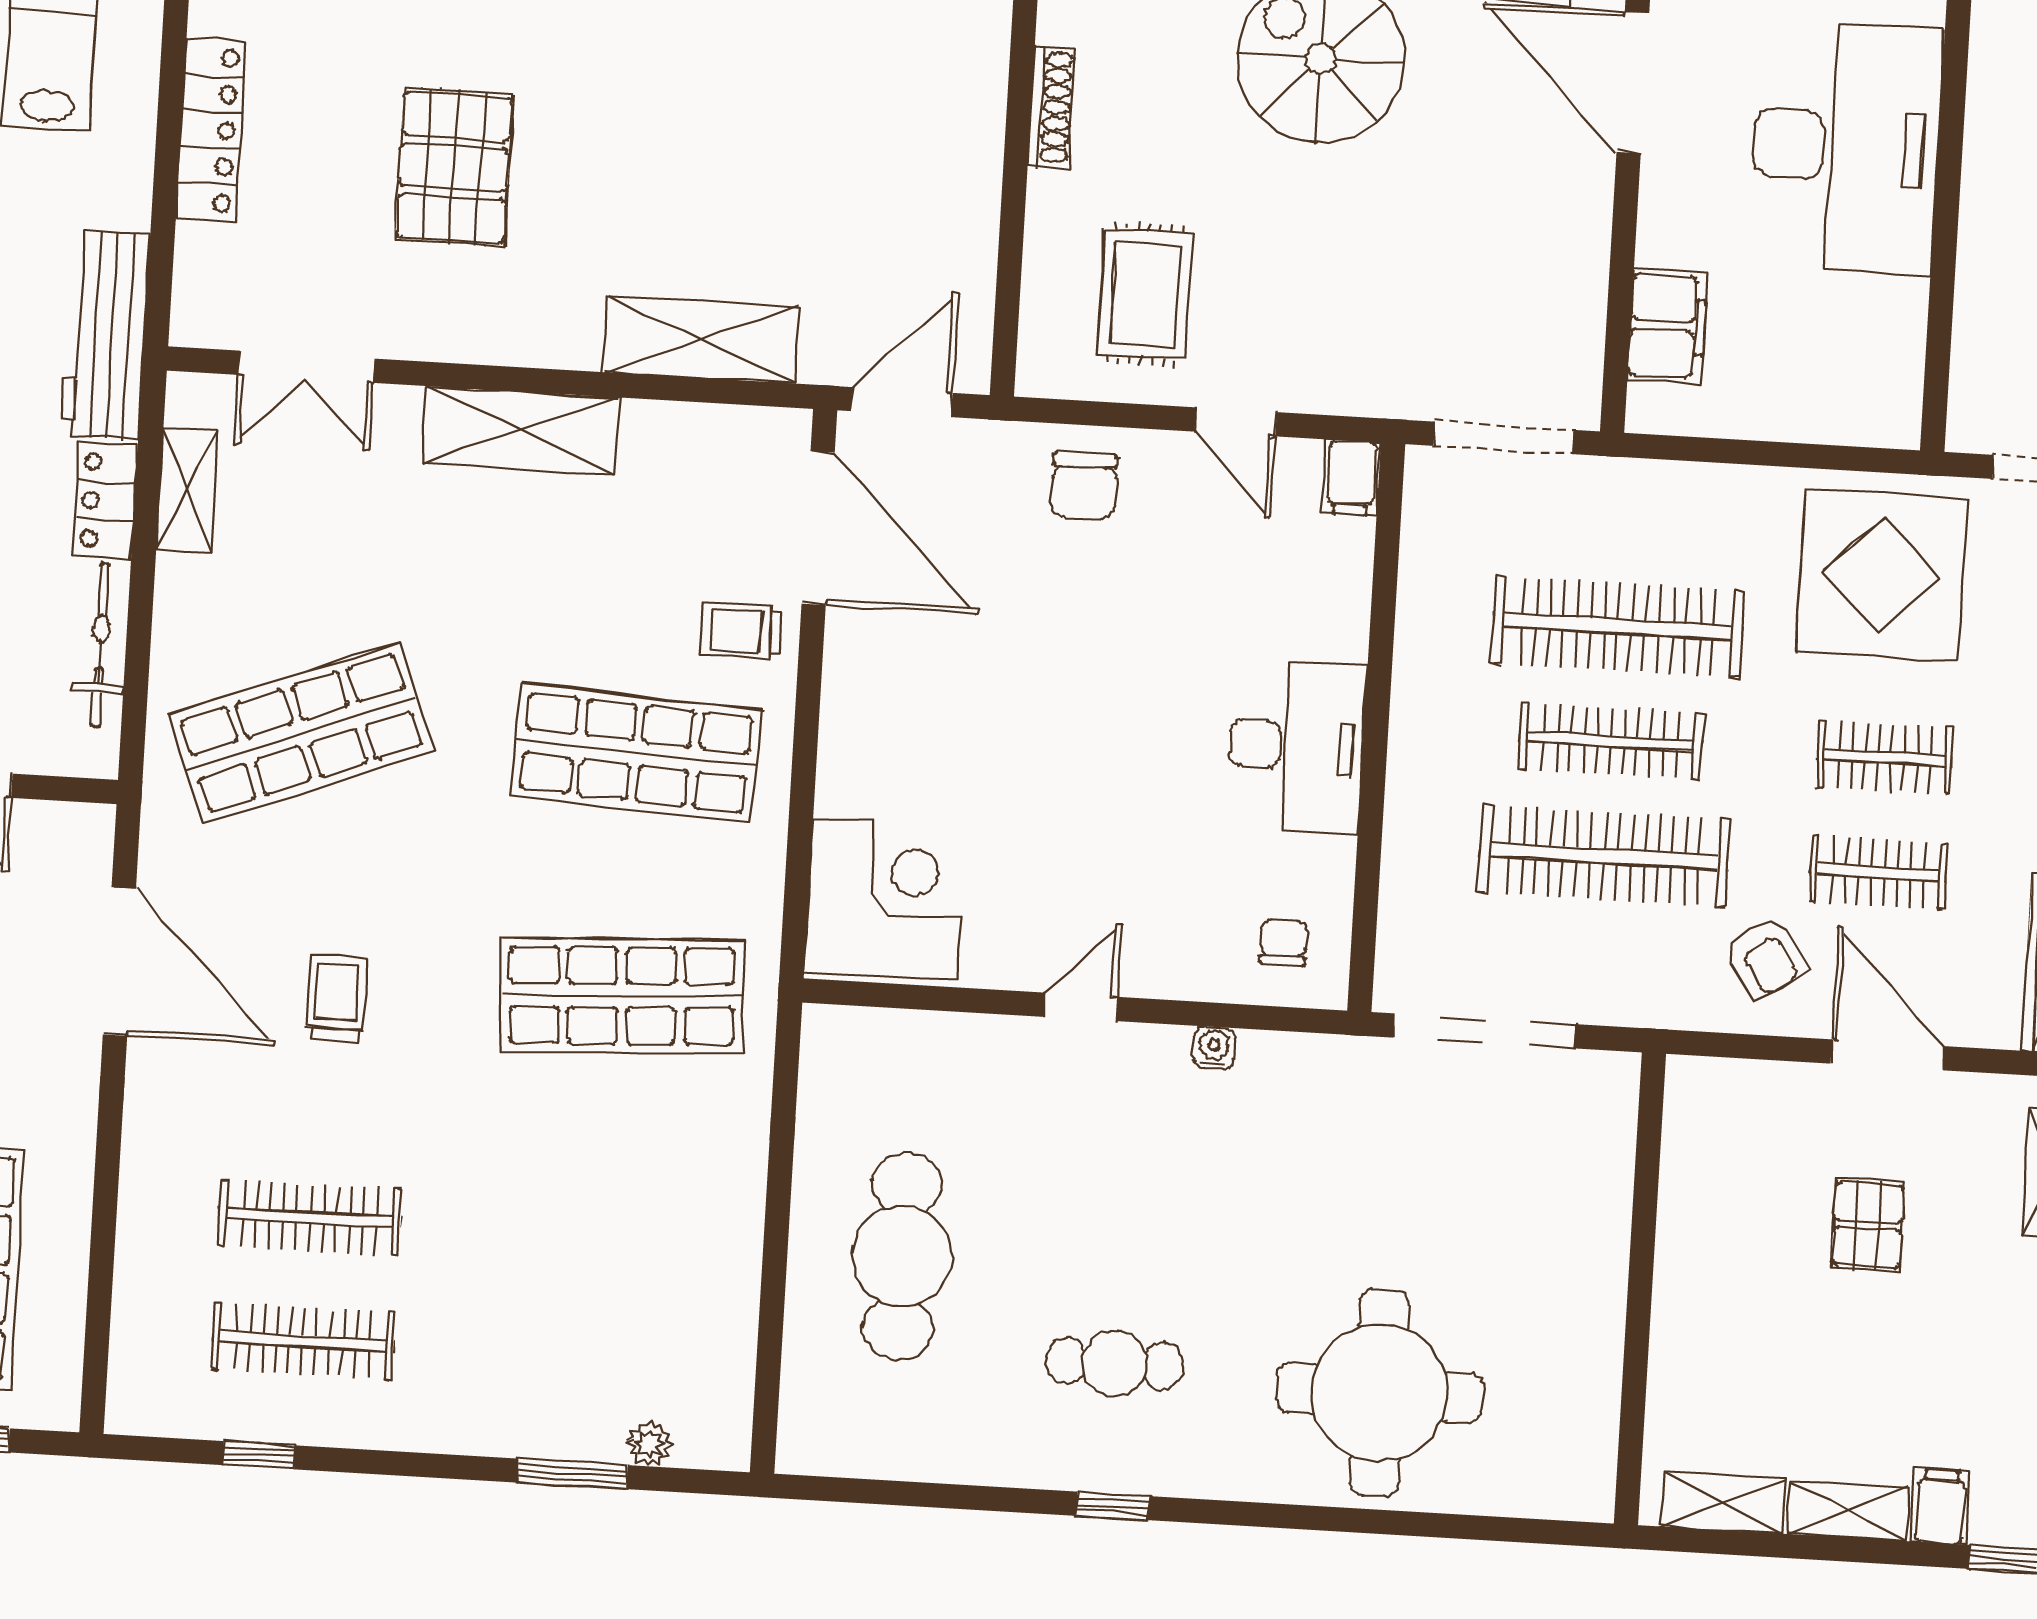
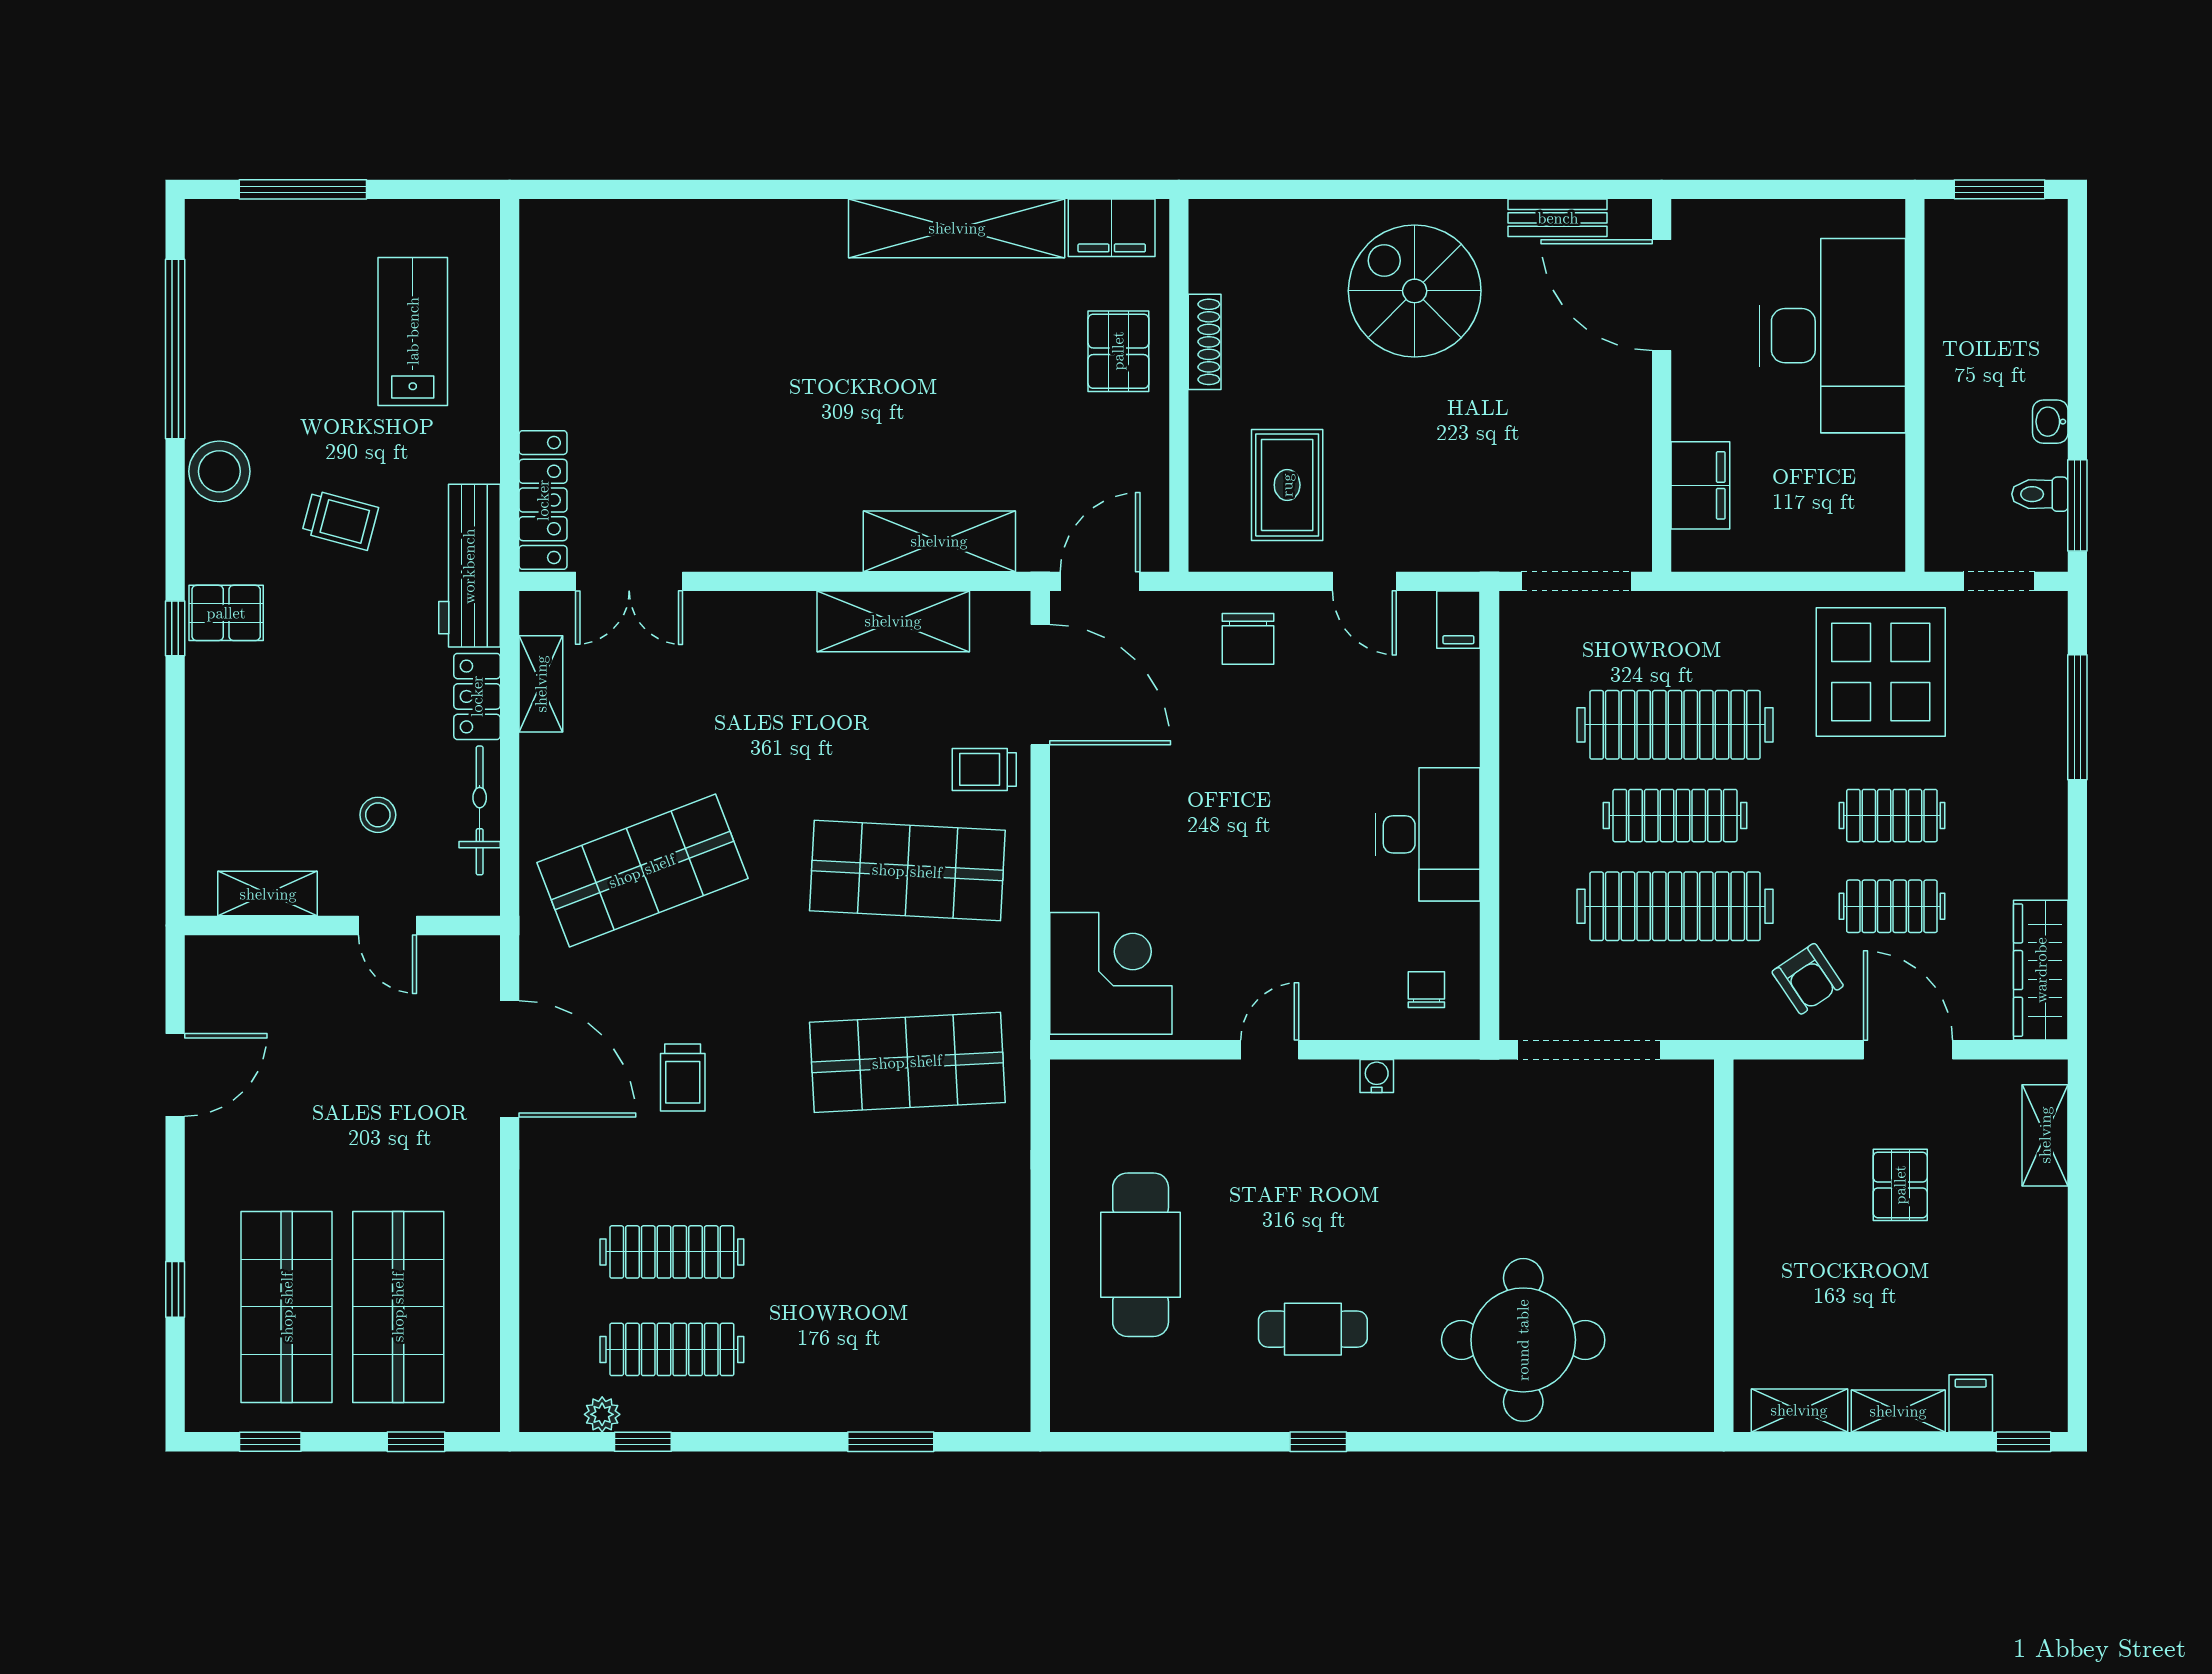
locker: (211, 130) -> (543, 500), moved
pallet: (454, 167) -> (1118, 351), moved, width x0.67, depth x0.71
shelving: (520, 430) -> (893, 621), moved
trolley: (337, 998) -> (683, 1078), turned 180
plant: (650, 1444) -> (602, 1414), moved

